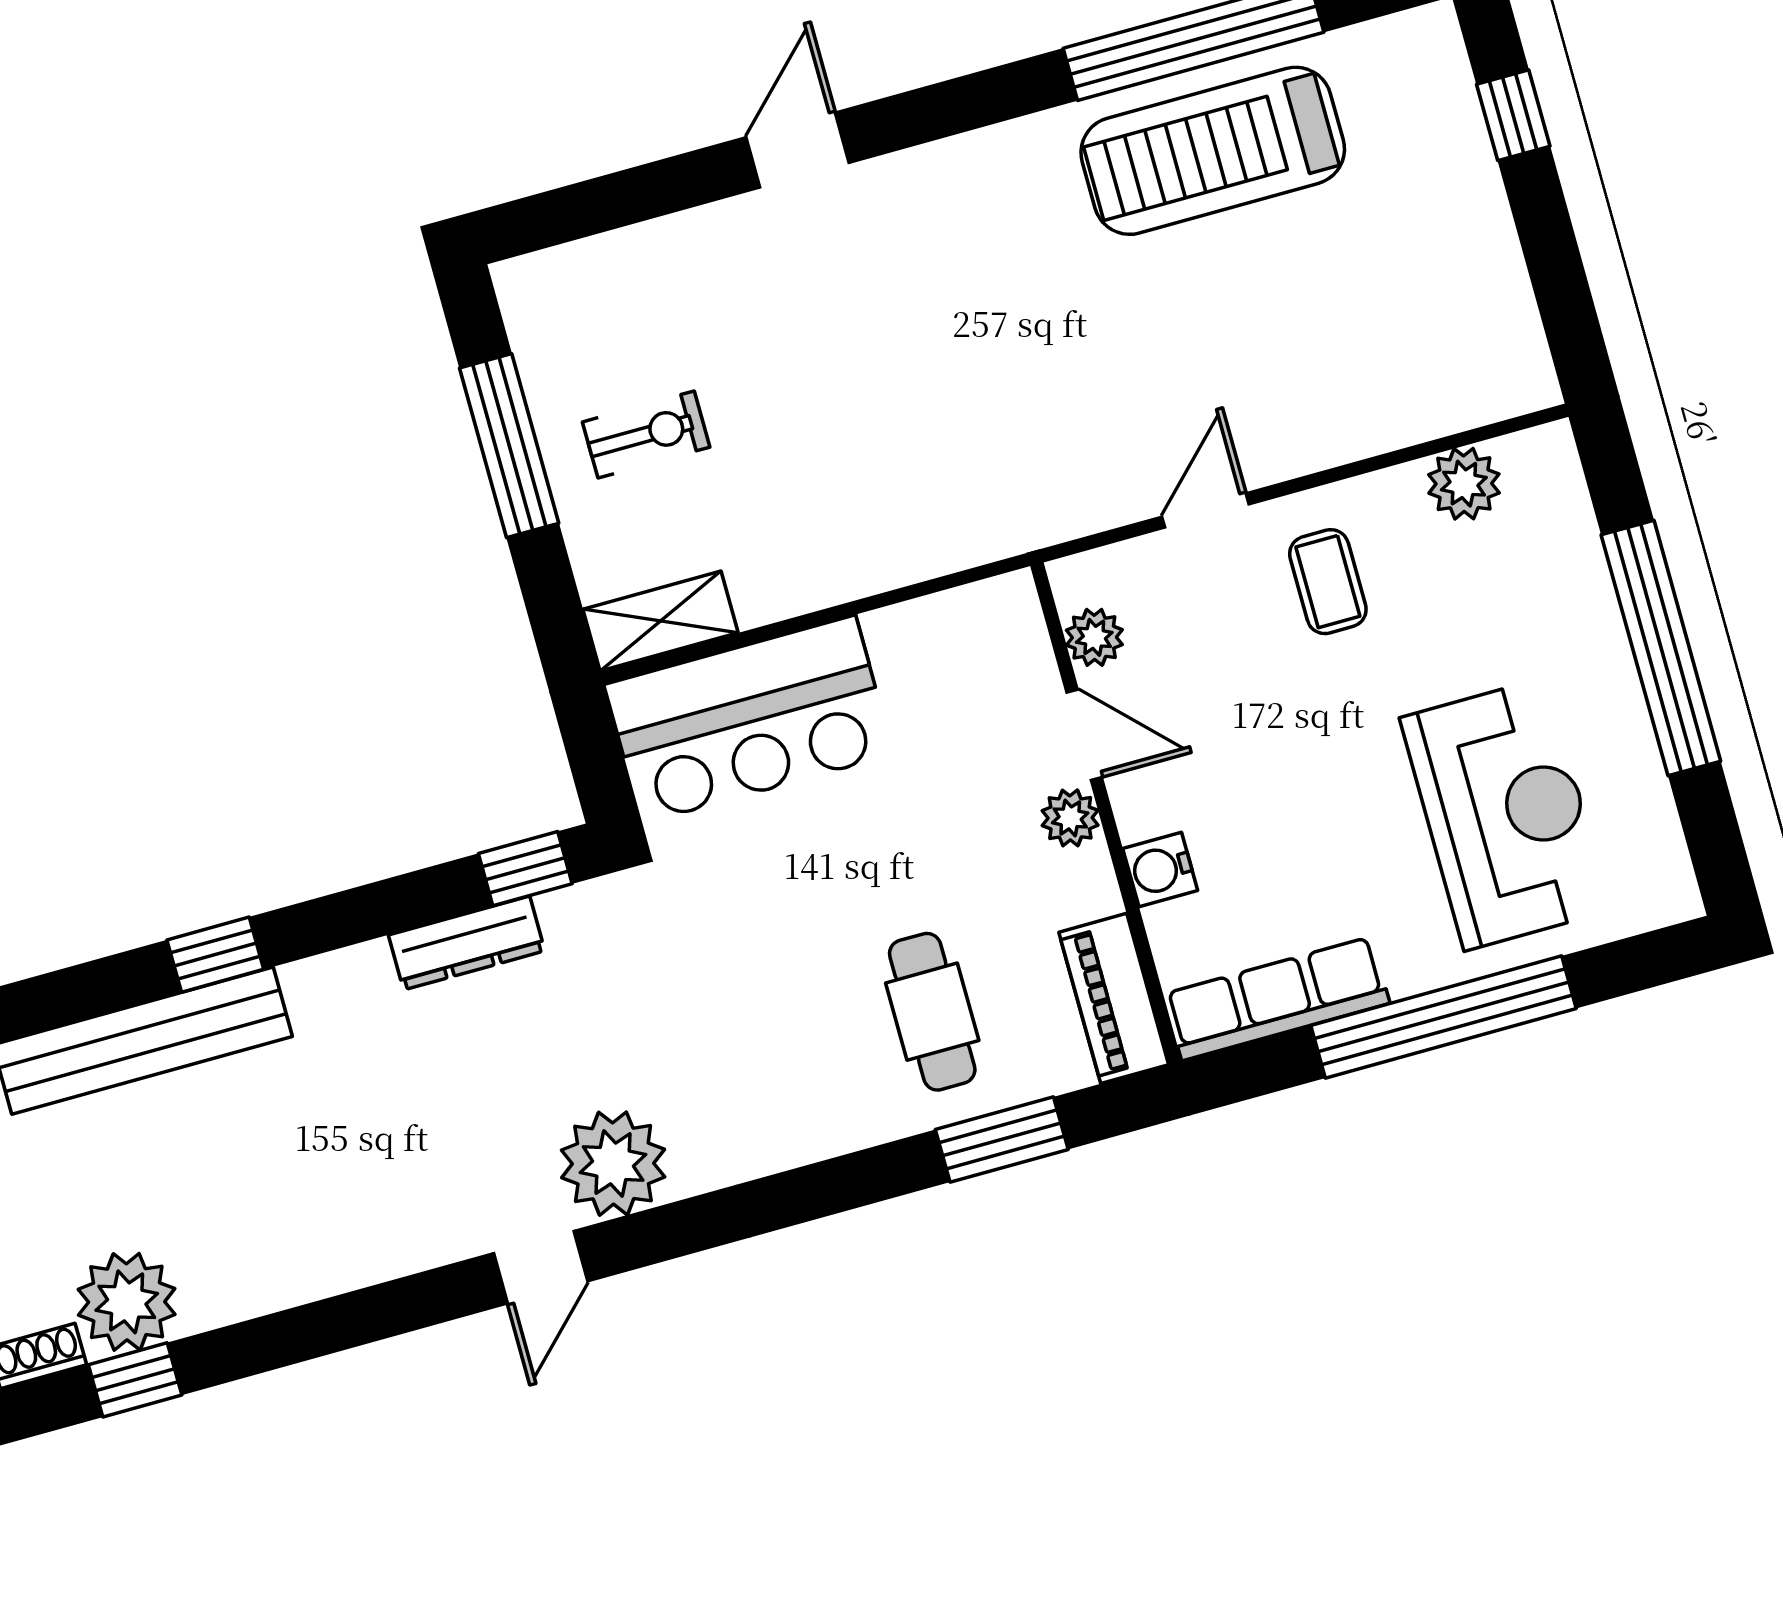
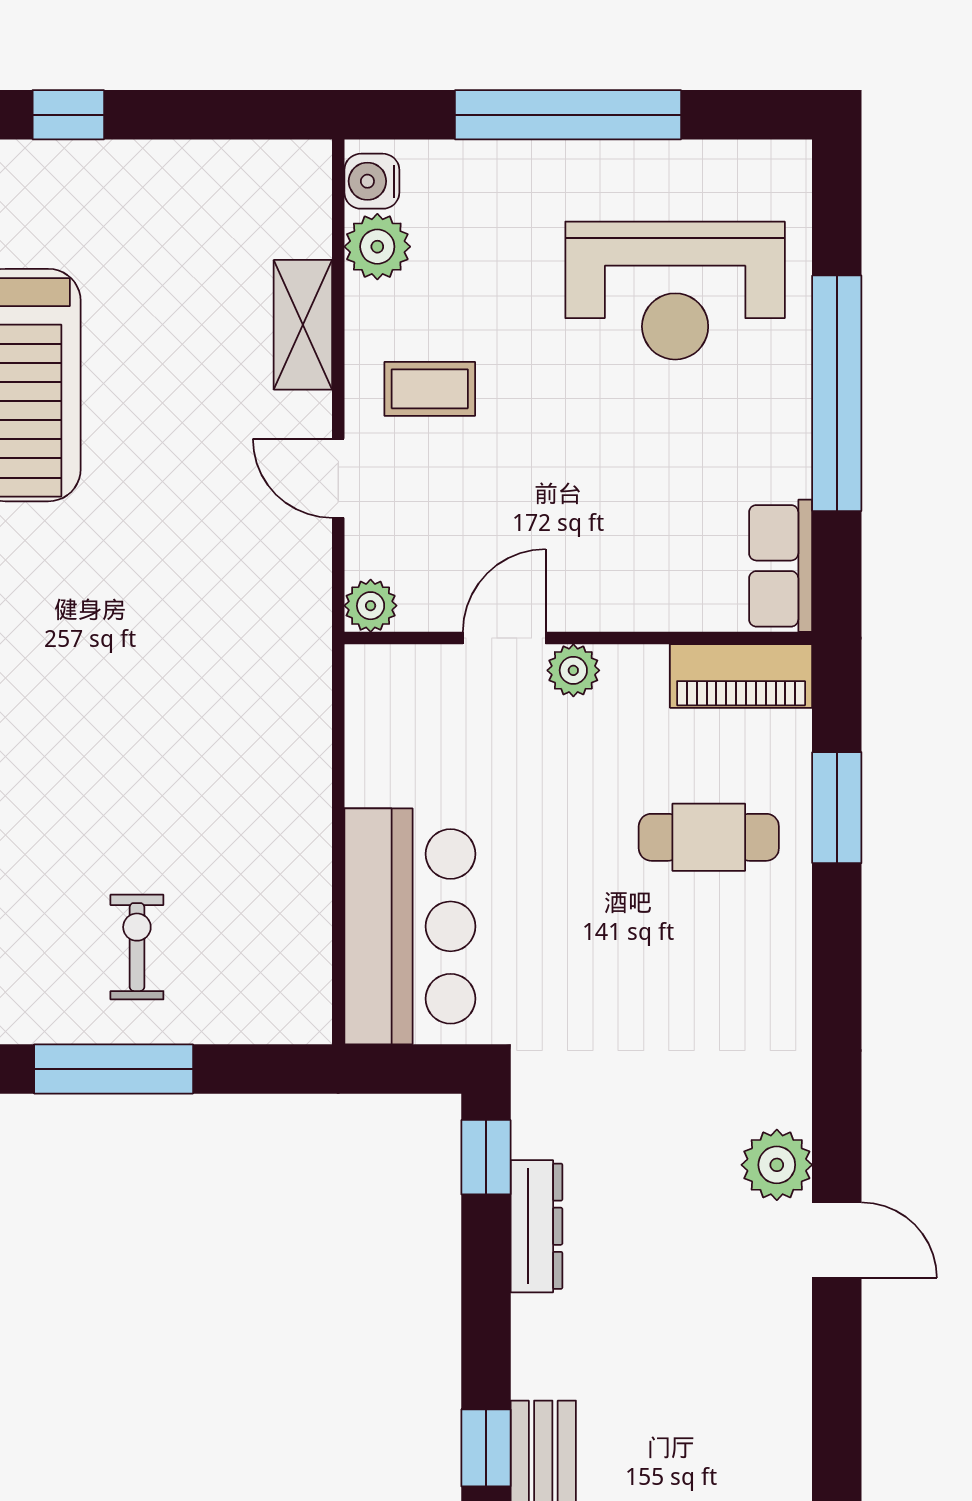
shelving: (661, 621) -> (303, 325), moved
plant: (1094, 637) -> (371, 606), moved
reception desk: (1505, 814) -> (675, 291), turned 180
water cooler: (1160, 869) -> (372, 181), moved, turned 90
row of seats: (1277, 999) -> (781, 566), width x0.68
plant: (613, 1164) -> (777, 1165), width x0.73, depth x0.73

